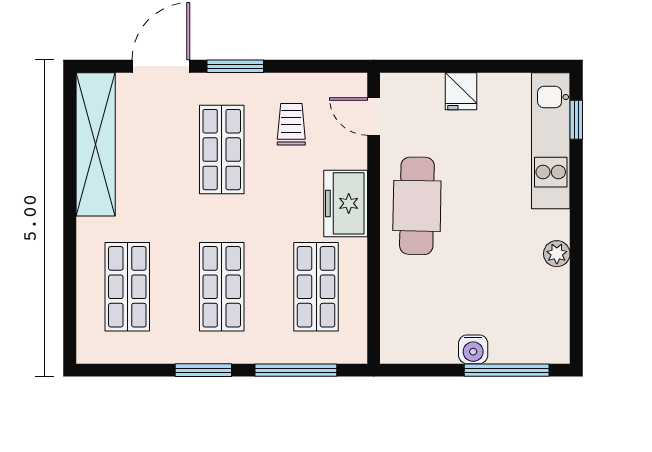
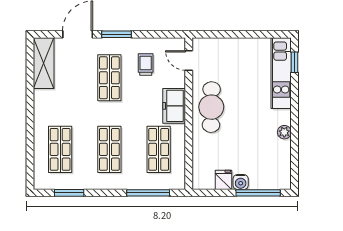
fridge: (461, 91) -> (224, 180), moved, turned 180
shelving: (96, 144) -> (44, 63), width x0.68
window: (203, 370) -> (69, 193), moved

